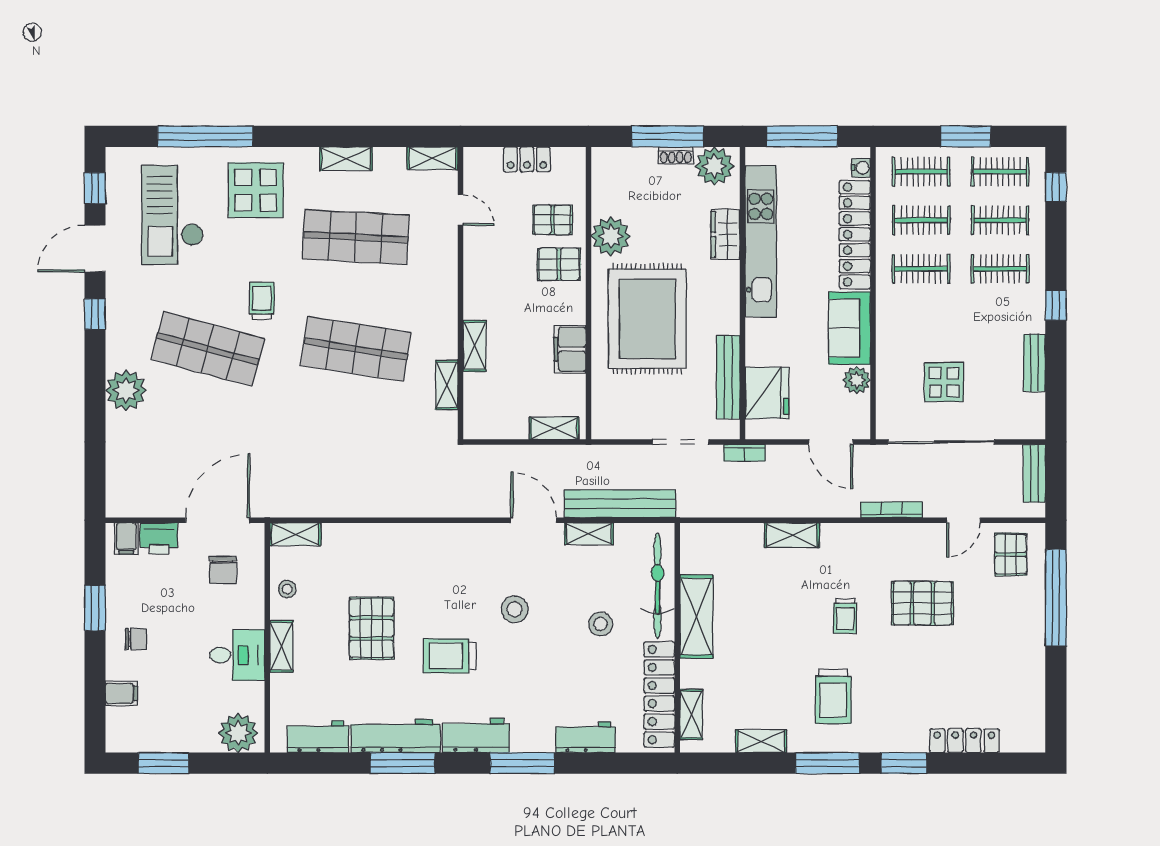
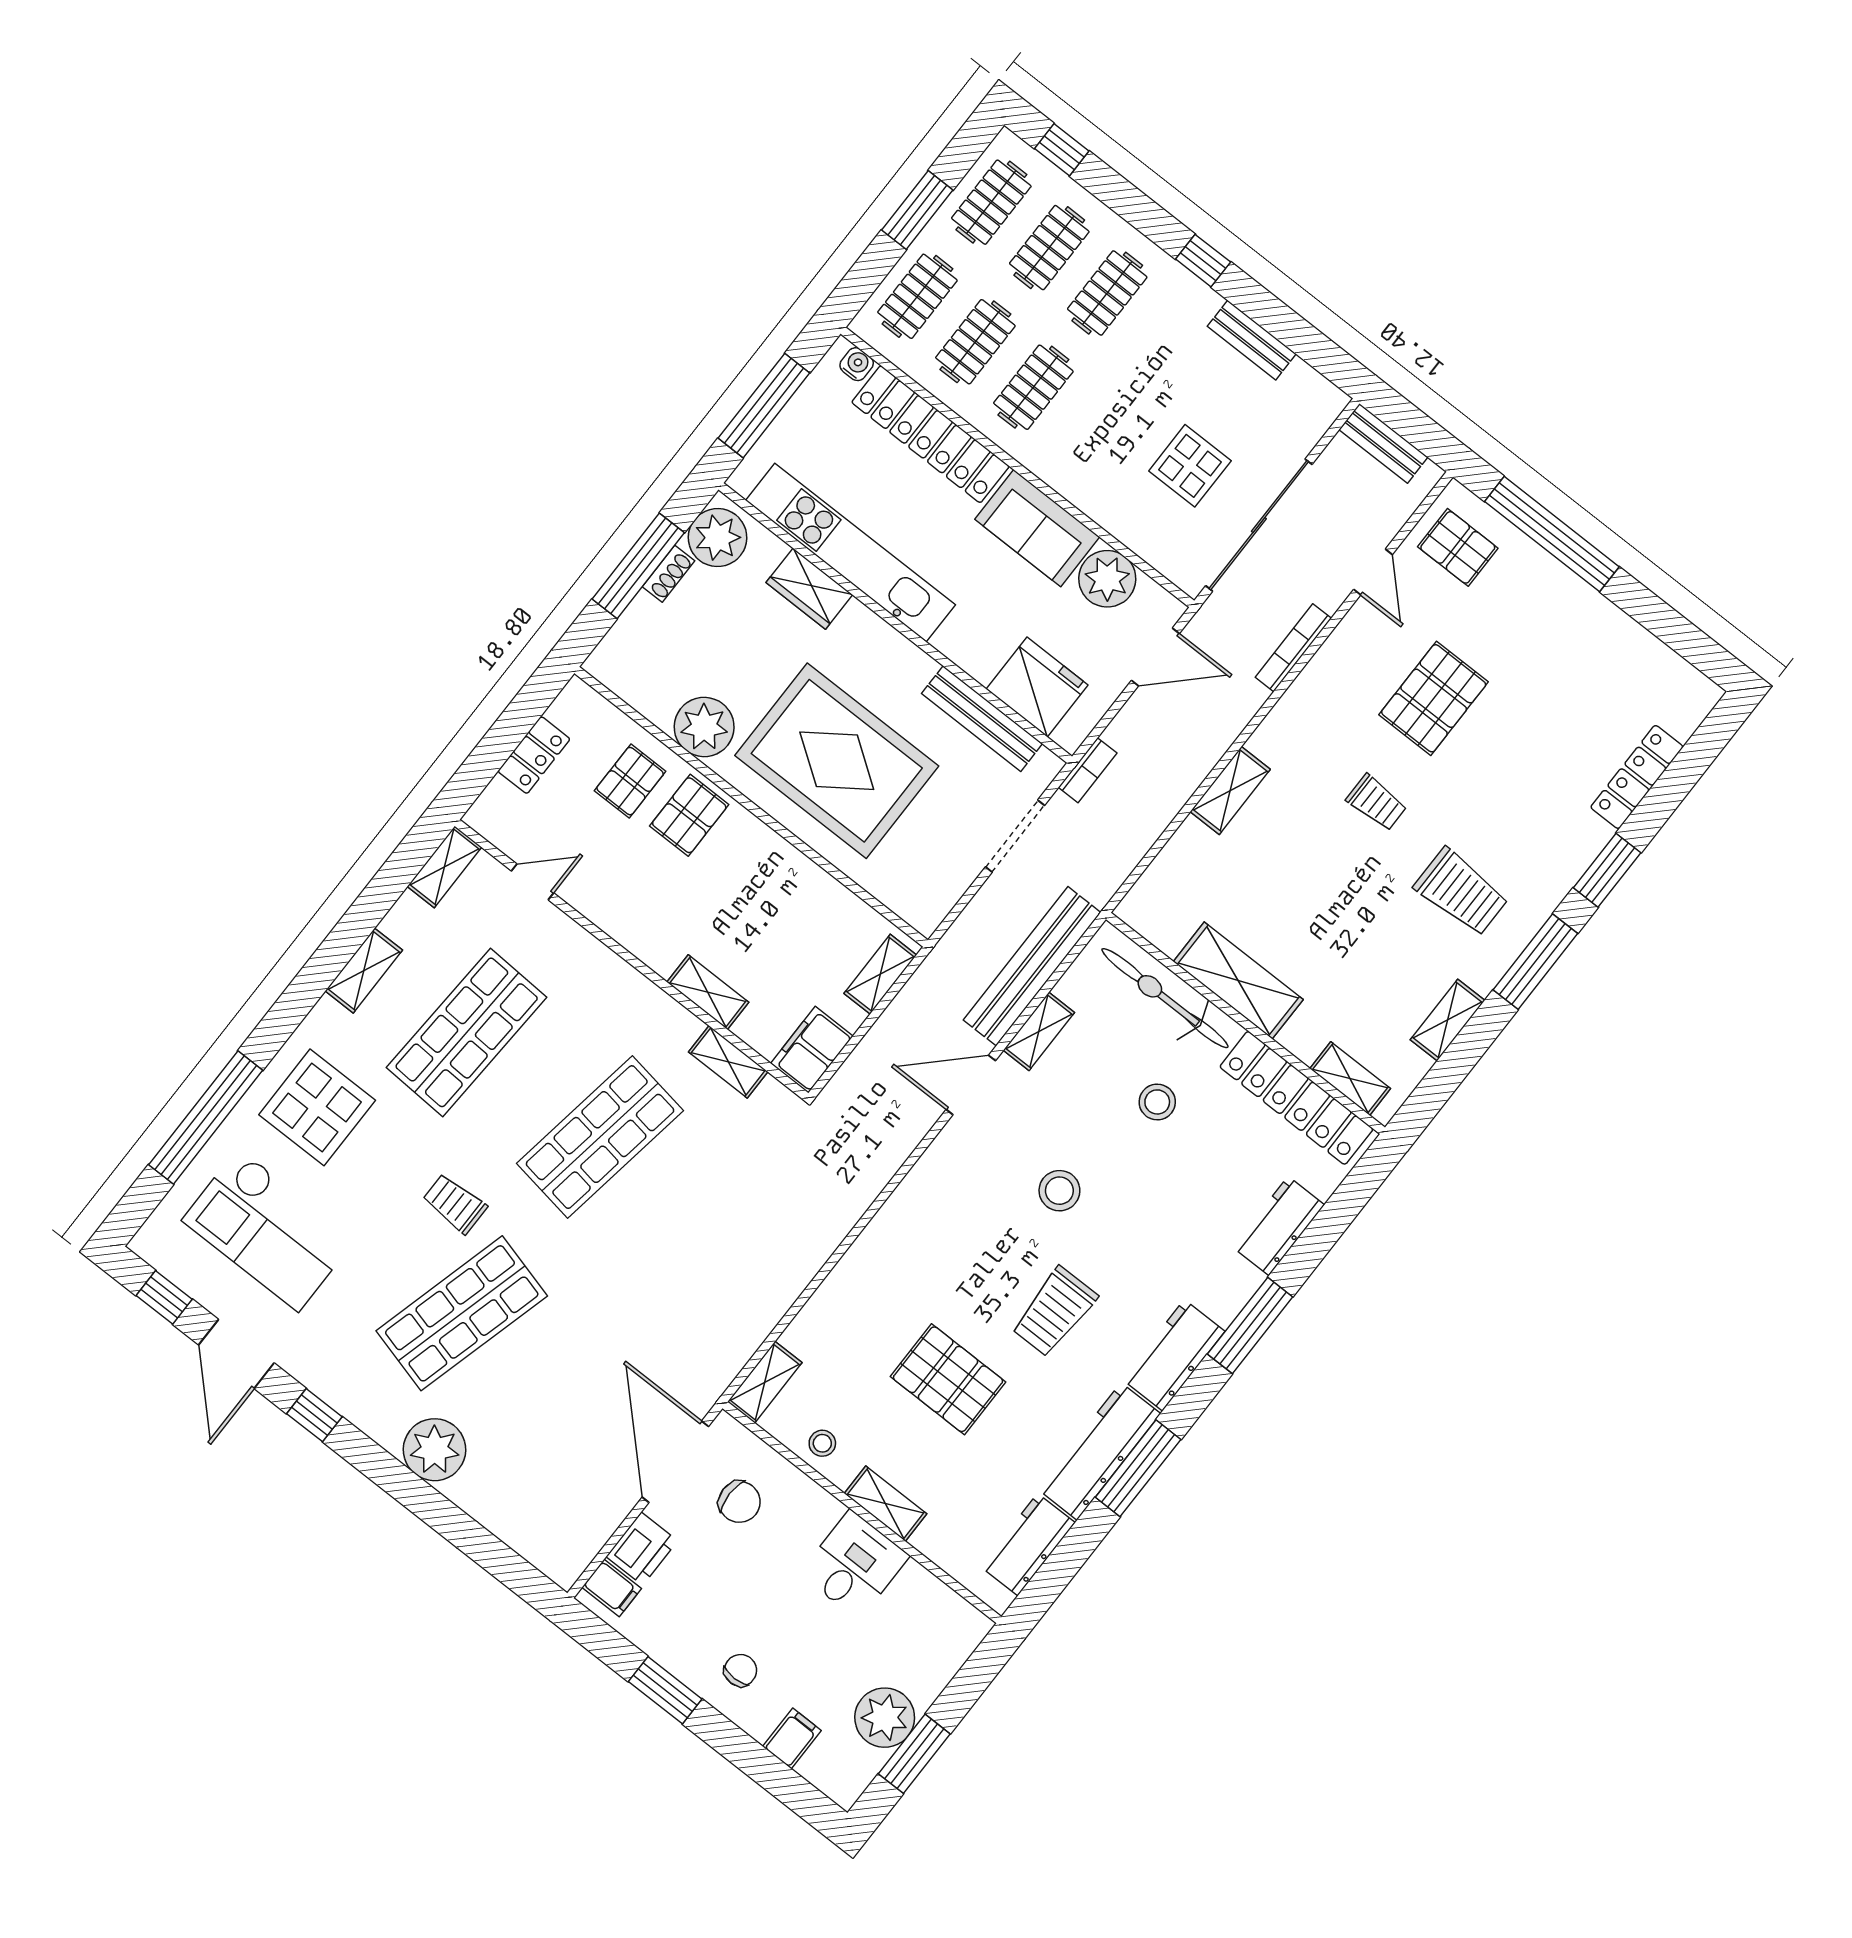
filing cabinet: (570, 349) -> (812, 1050), moved, turned 90
plant: (857, 380) -> (1107, 579), width x1.36, depth x1.36
plant: (238, 733) -> (885, 1718), moved

